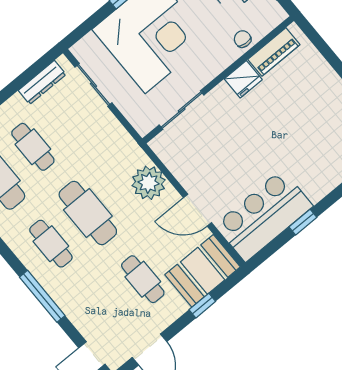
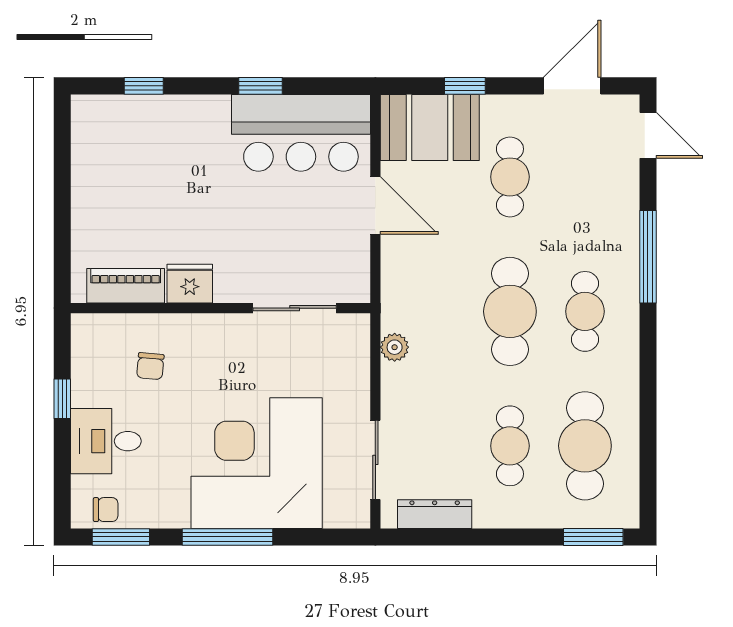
piano: (274, 52) -> (126, 286), moved
fridge: (243, 79) -> (190, 284), moved
wall: (218, 80) -> (220, 308), moved
sliding door: (182, 110) -> (295, 308), moved
plant: (149, 183) -> (395, 347), moved, width x0.53, depth x0.53

